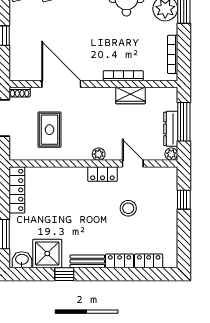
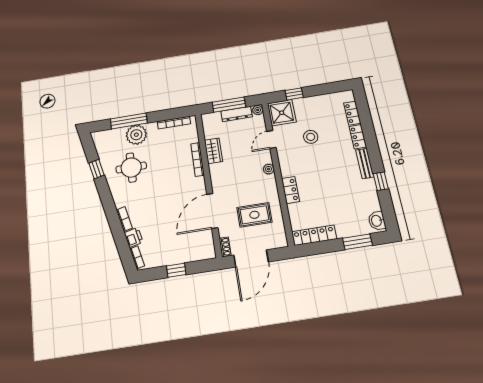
locker: (102, 174) -> (290, 190), moved
shower: (47, 253) -> (282, 113), moved

